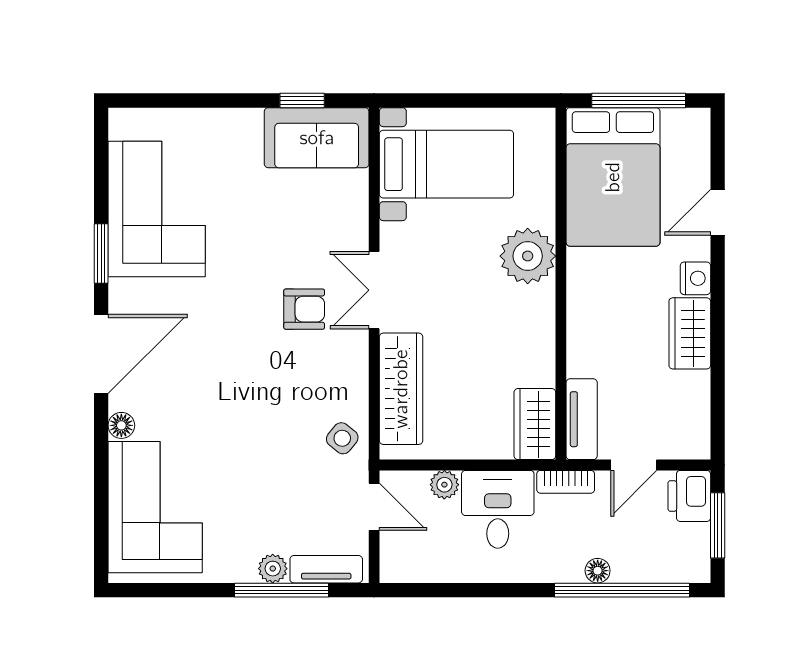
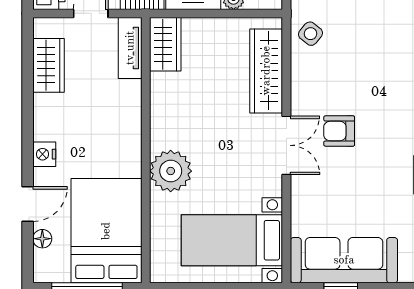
sofa: (317, 138) -> (344, 260), width x1.36
floor lamp: (698, 166) -> (42, 239), added
wardrobe: (690, 333) -> (49, 65), moved

